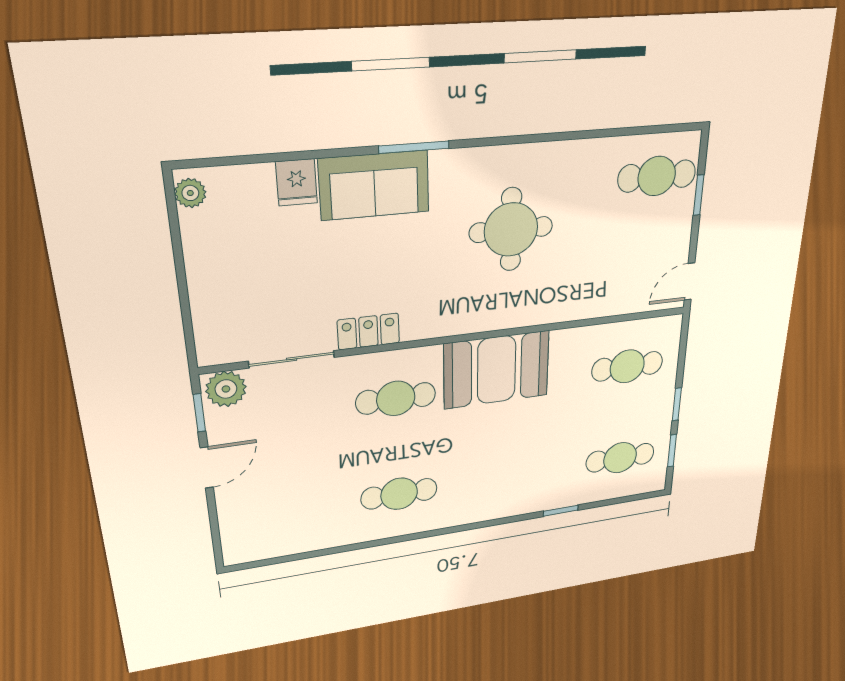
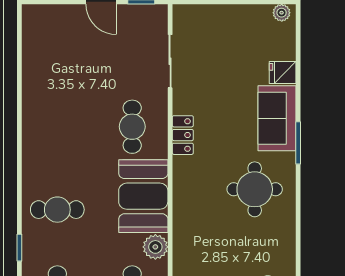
round table: (511, 230) -> (255, 189), moved
locker: (368, 332) -> (183, 135), moved
plant: (226, 389) -> (155, 247), moved
cafe table: (399, 494) -> (57, 210), moved, turned 90

